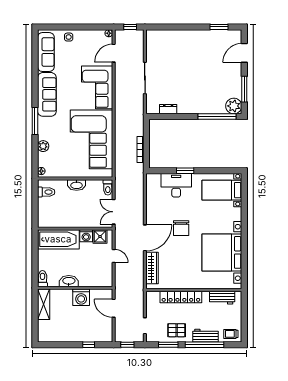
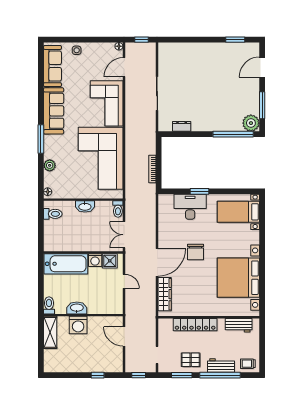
washing machine: (81, 297) -> (78, 325), moved

